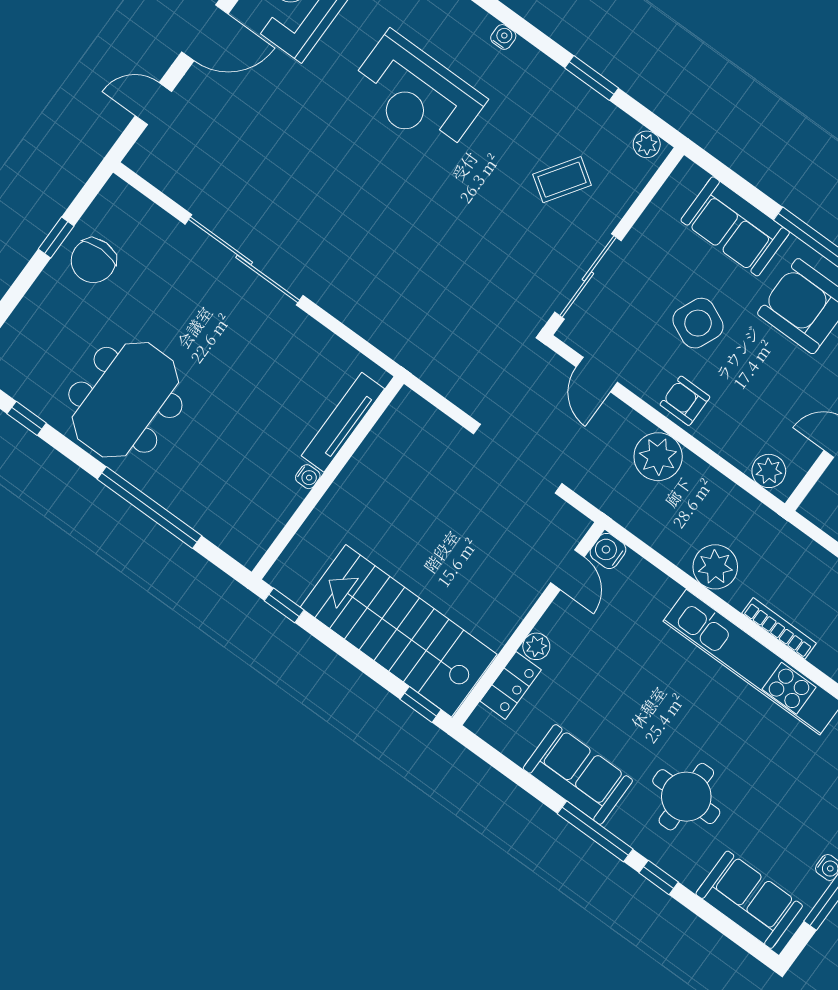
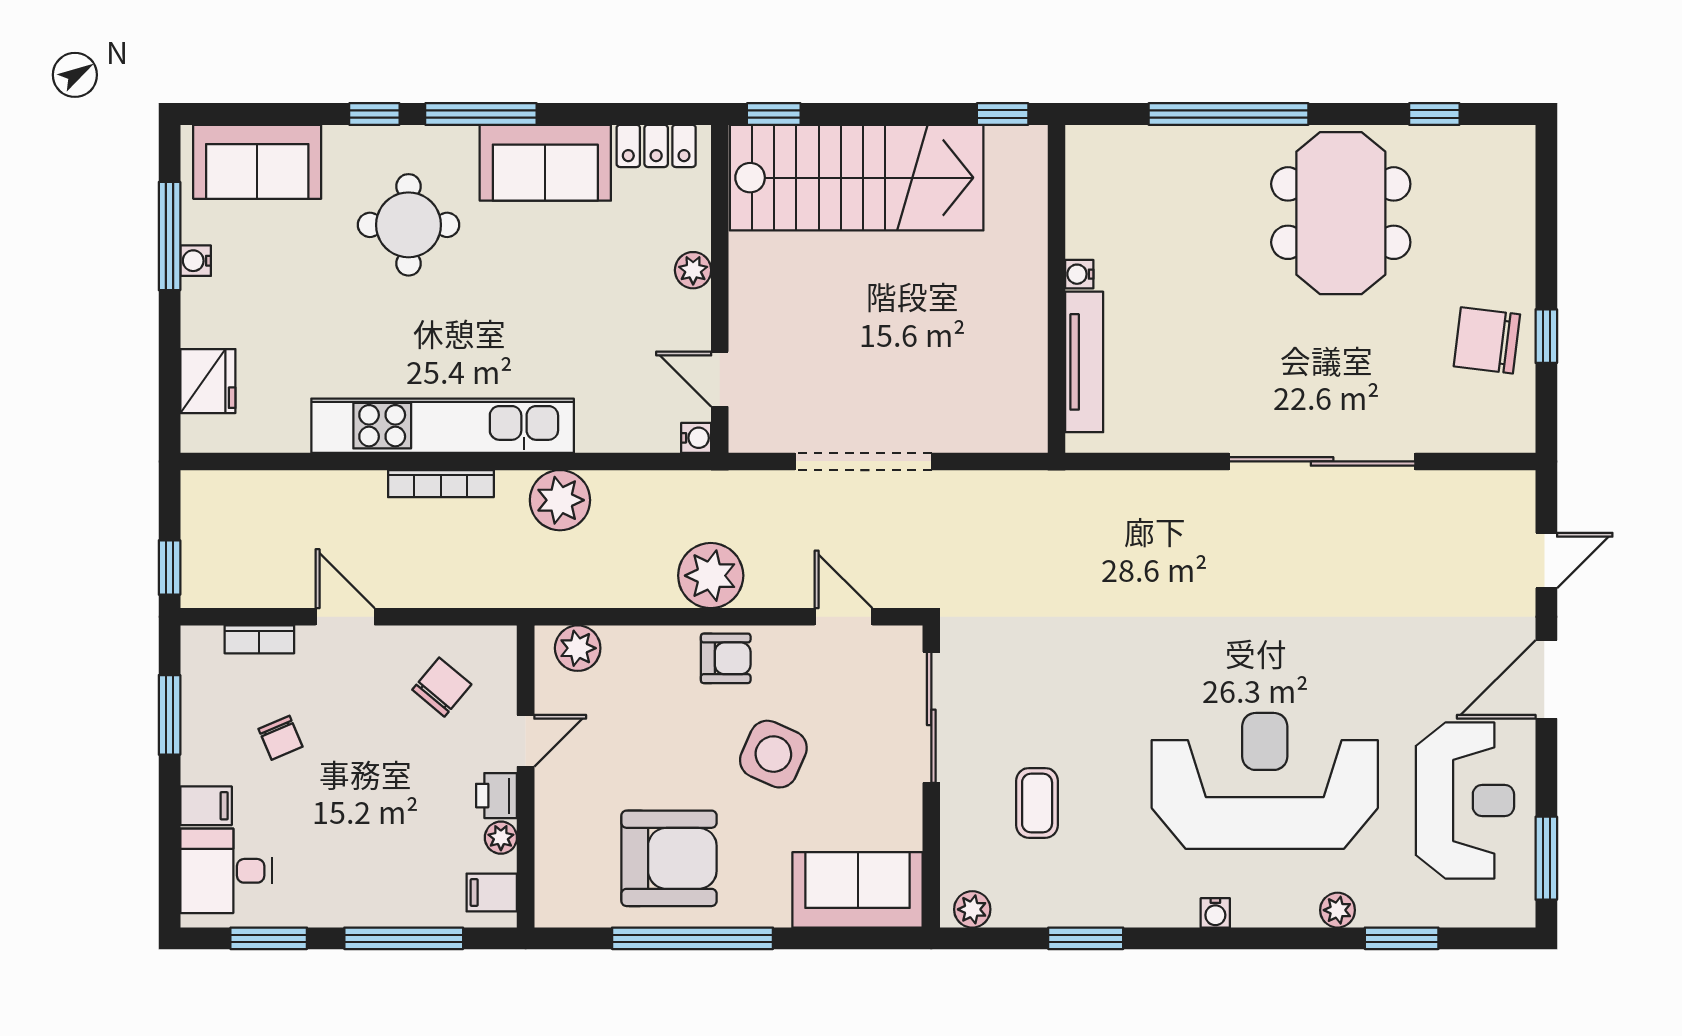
reception desk: (417, 94) -> (1265, 781), width x1.36, depth x1.30
coffee table: (562, 180) -> (1037, 803), turned -34
sofa: (735, 226) -> (858, 890), moved
chair: (93, 261) -> (1487, 340), turned -83
water cooler: (608, 551) -> (696, 438), width x0.72, depth x0.72
locker: (511, 685) -> (656, 146), moved, turned -90

